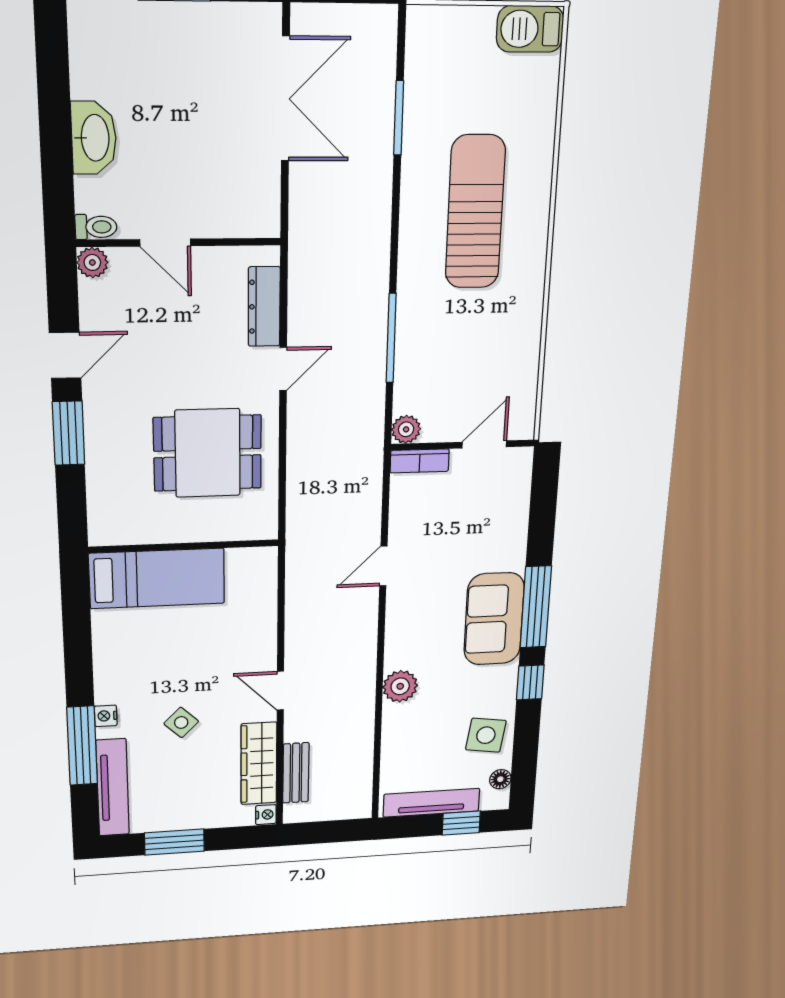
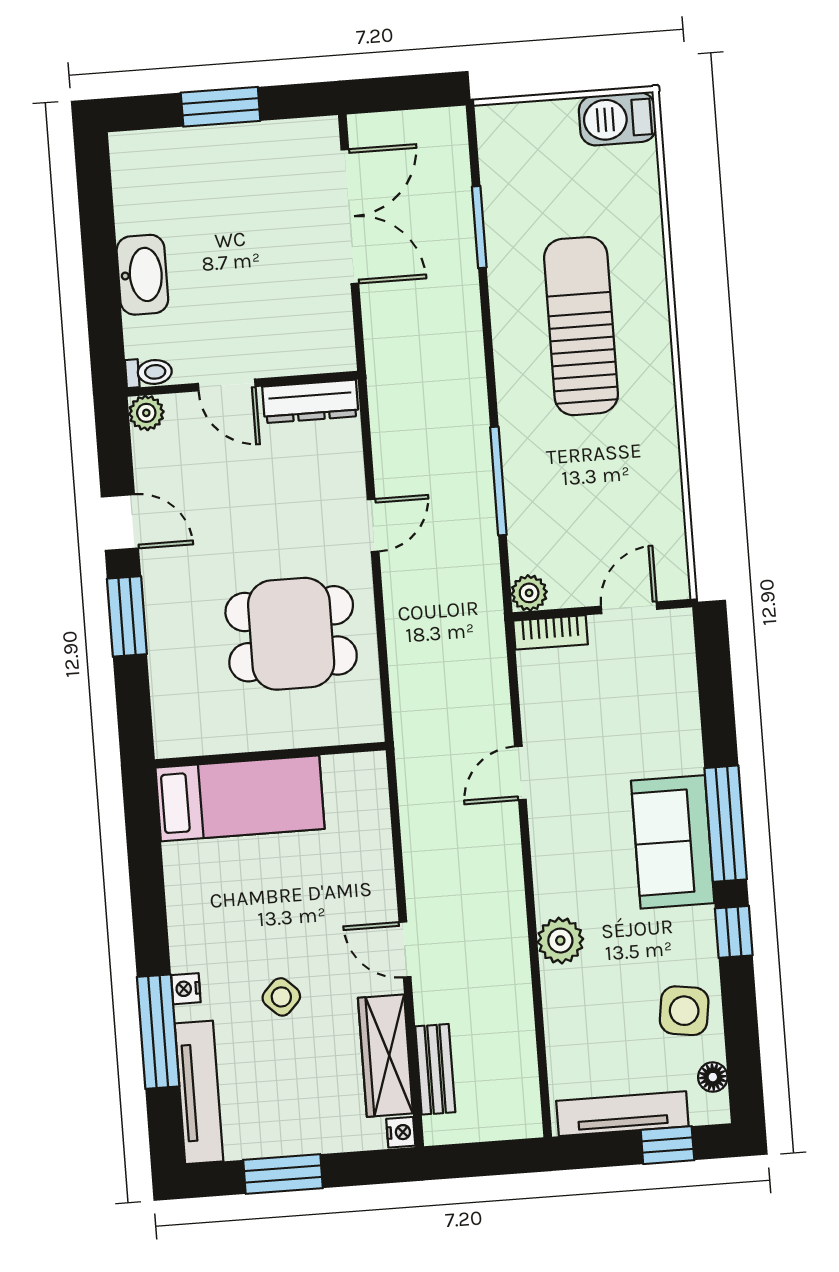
dresser: (264, 307) -> (310, 401), moved, turned -90
door: (65, 355) -> (120, 523), hinge flipped

